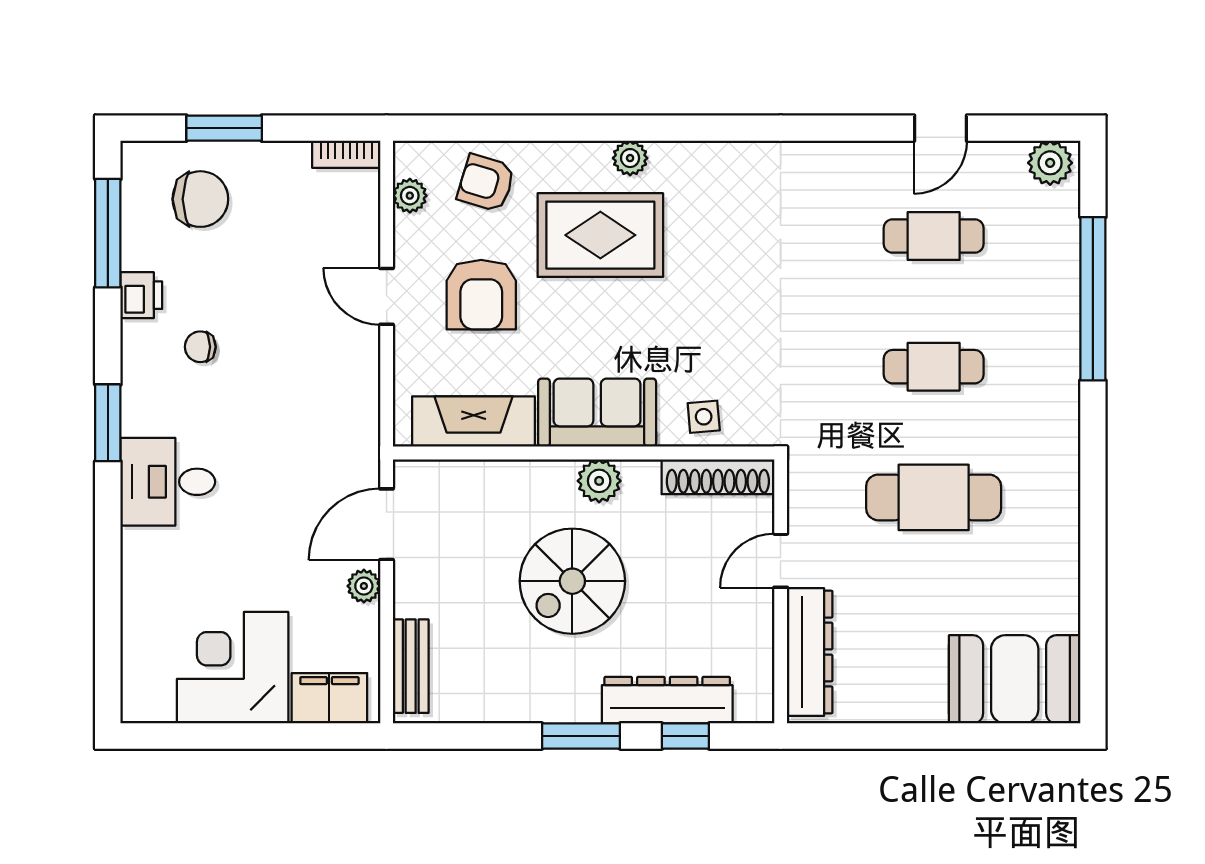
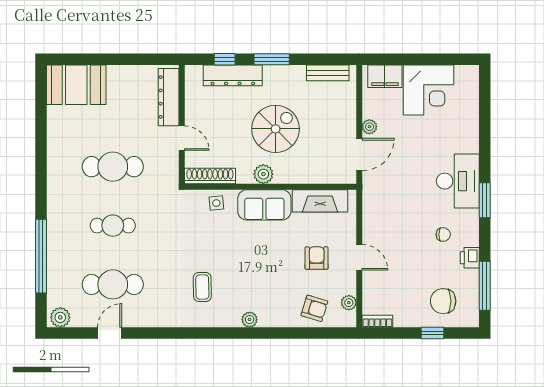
window: (224, 128) -> (432, 333), width x0.67
coffee table: (735, 230) -> (202, 287), added
rug: (600, 235) -> (263, 285), removed
cafe table: (934, 236) -> (113, 284), width x1.37, depth x1.35
armchair: (481, 295) -> (317, 258), width x0.72, depth x0.72
desk: (168, 482) -> (458, 181), width x1.37
door: (781, 561) -> (182, 138), hinge flipped
bench: (411, 666) -> (328, 73), moved, turned 90

